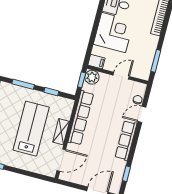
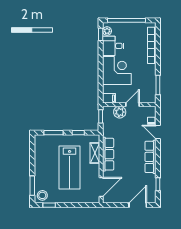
plant: (92, 77) -> (120, 112), moved
door: (142, 114) -> (158, 132), hinge flipped
row of seats: (81, 118) -> (108, 154), width x0.73
lab bench: (31, 129) -> (70, 167), turned 180
shelving: (61, 132) -> (95, 153), moved

